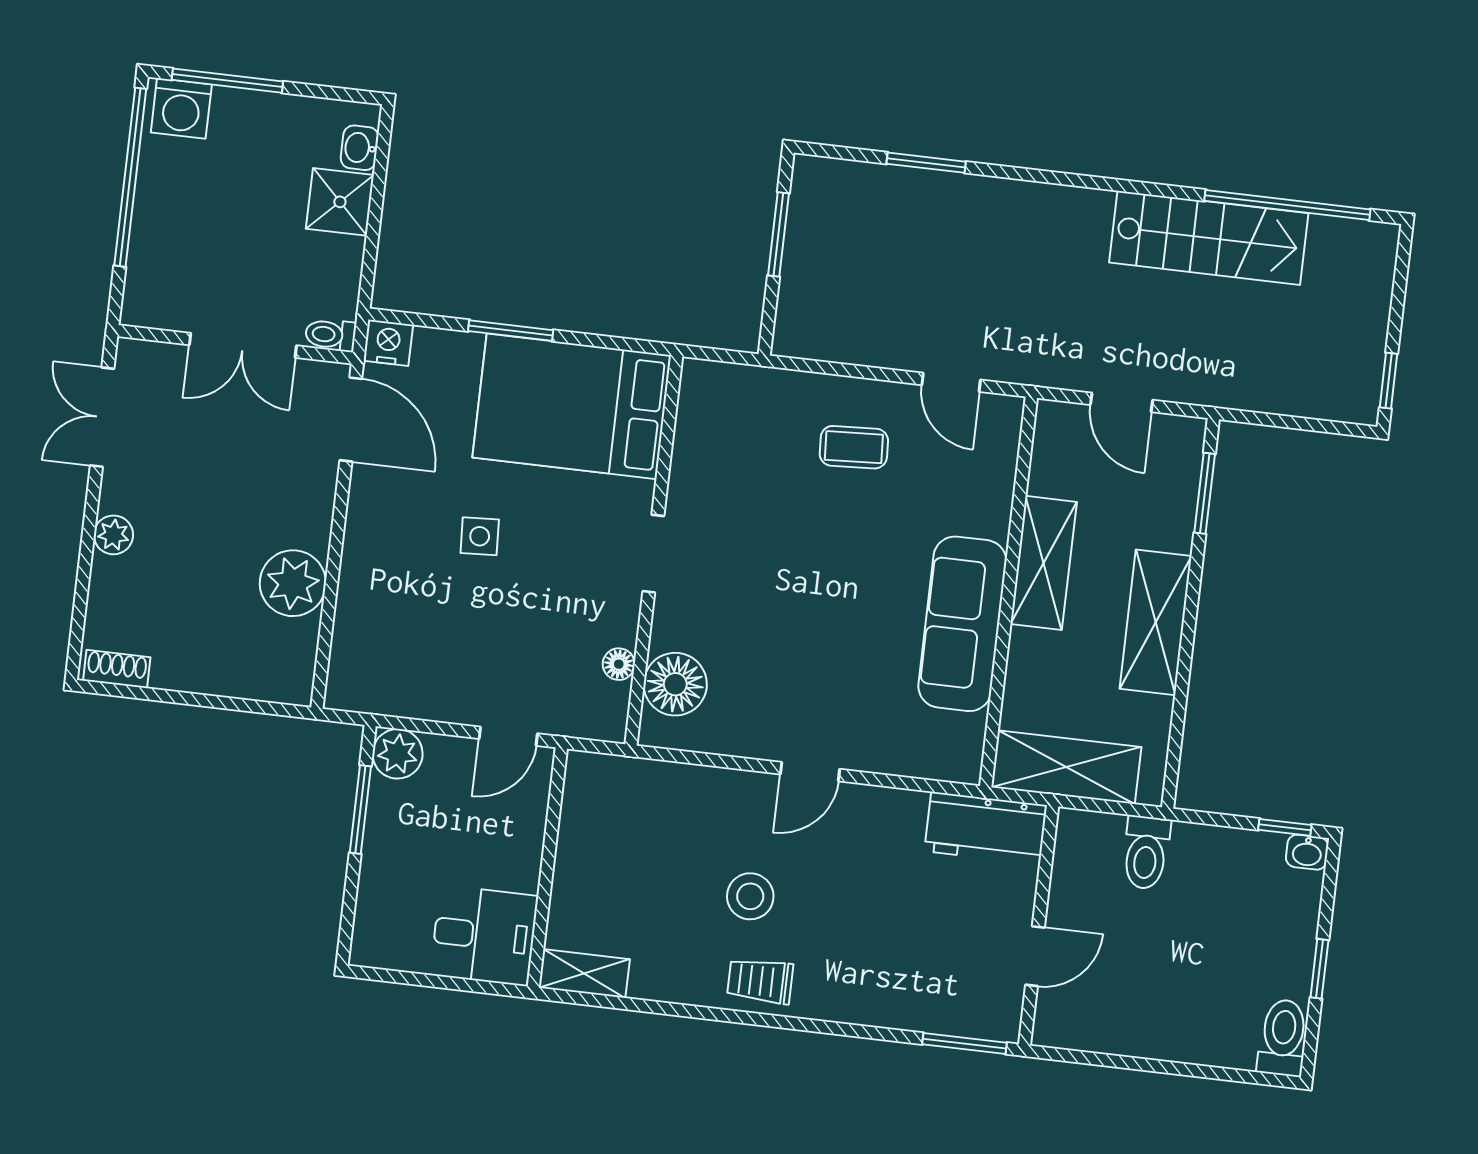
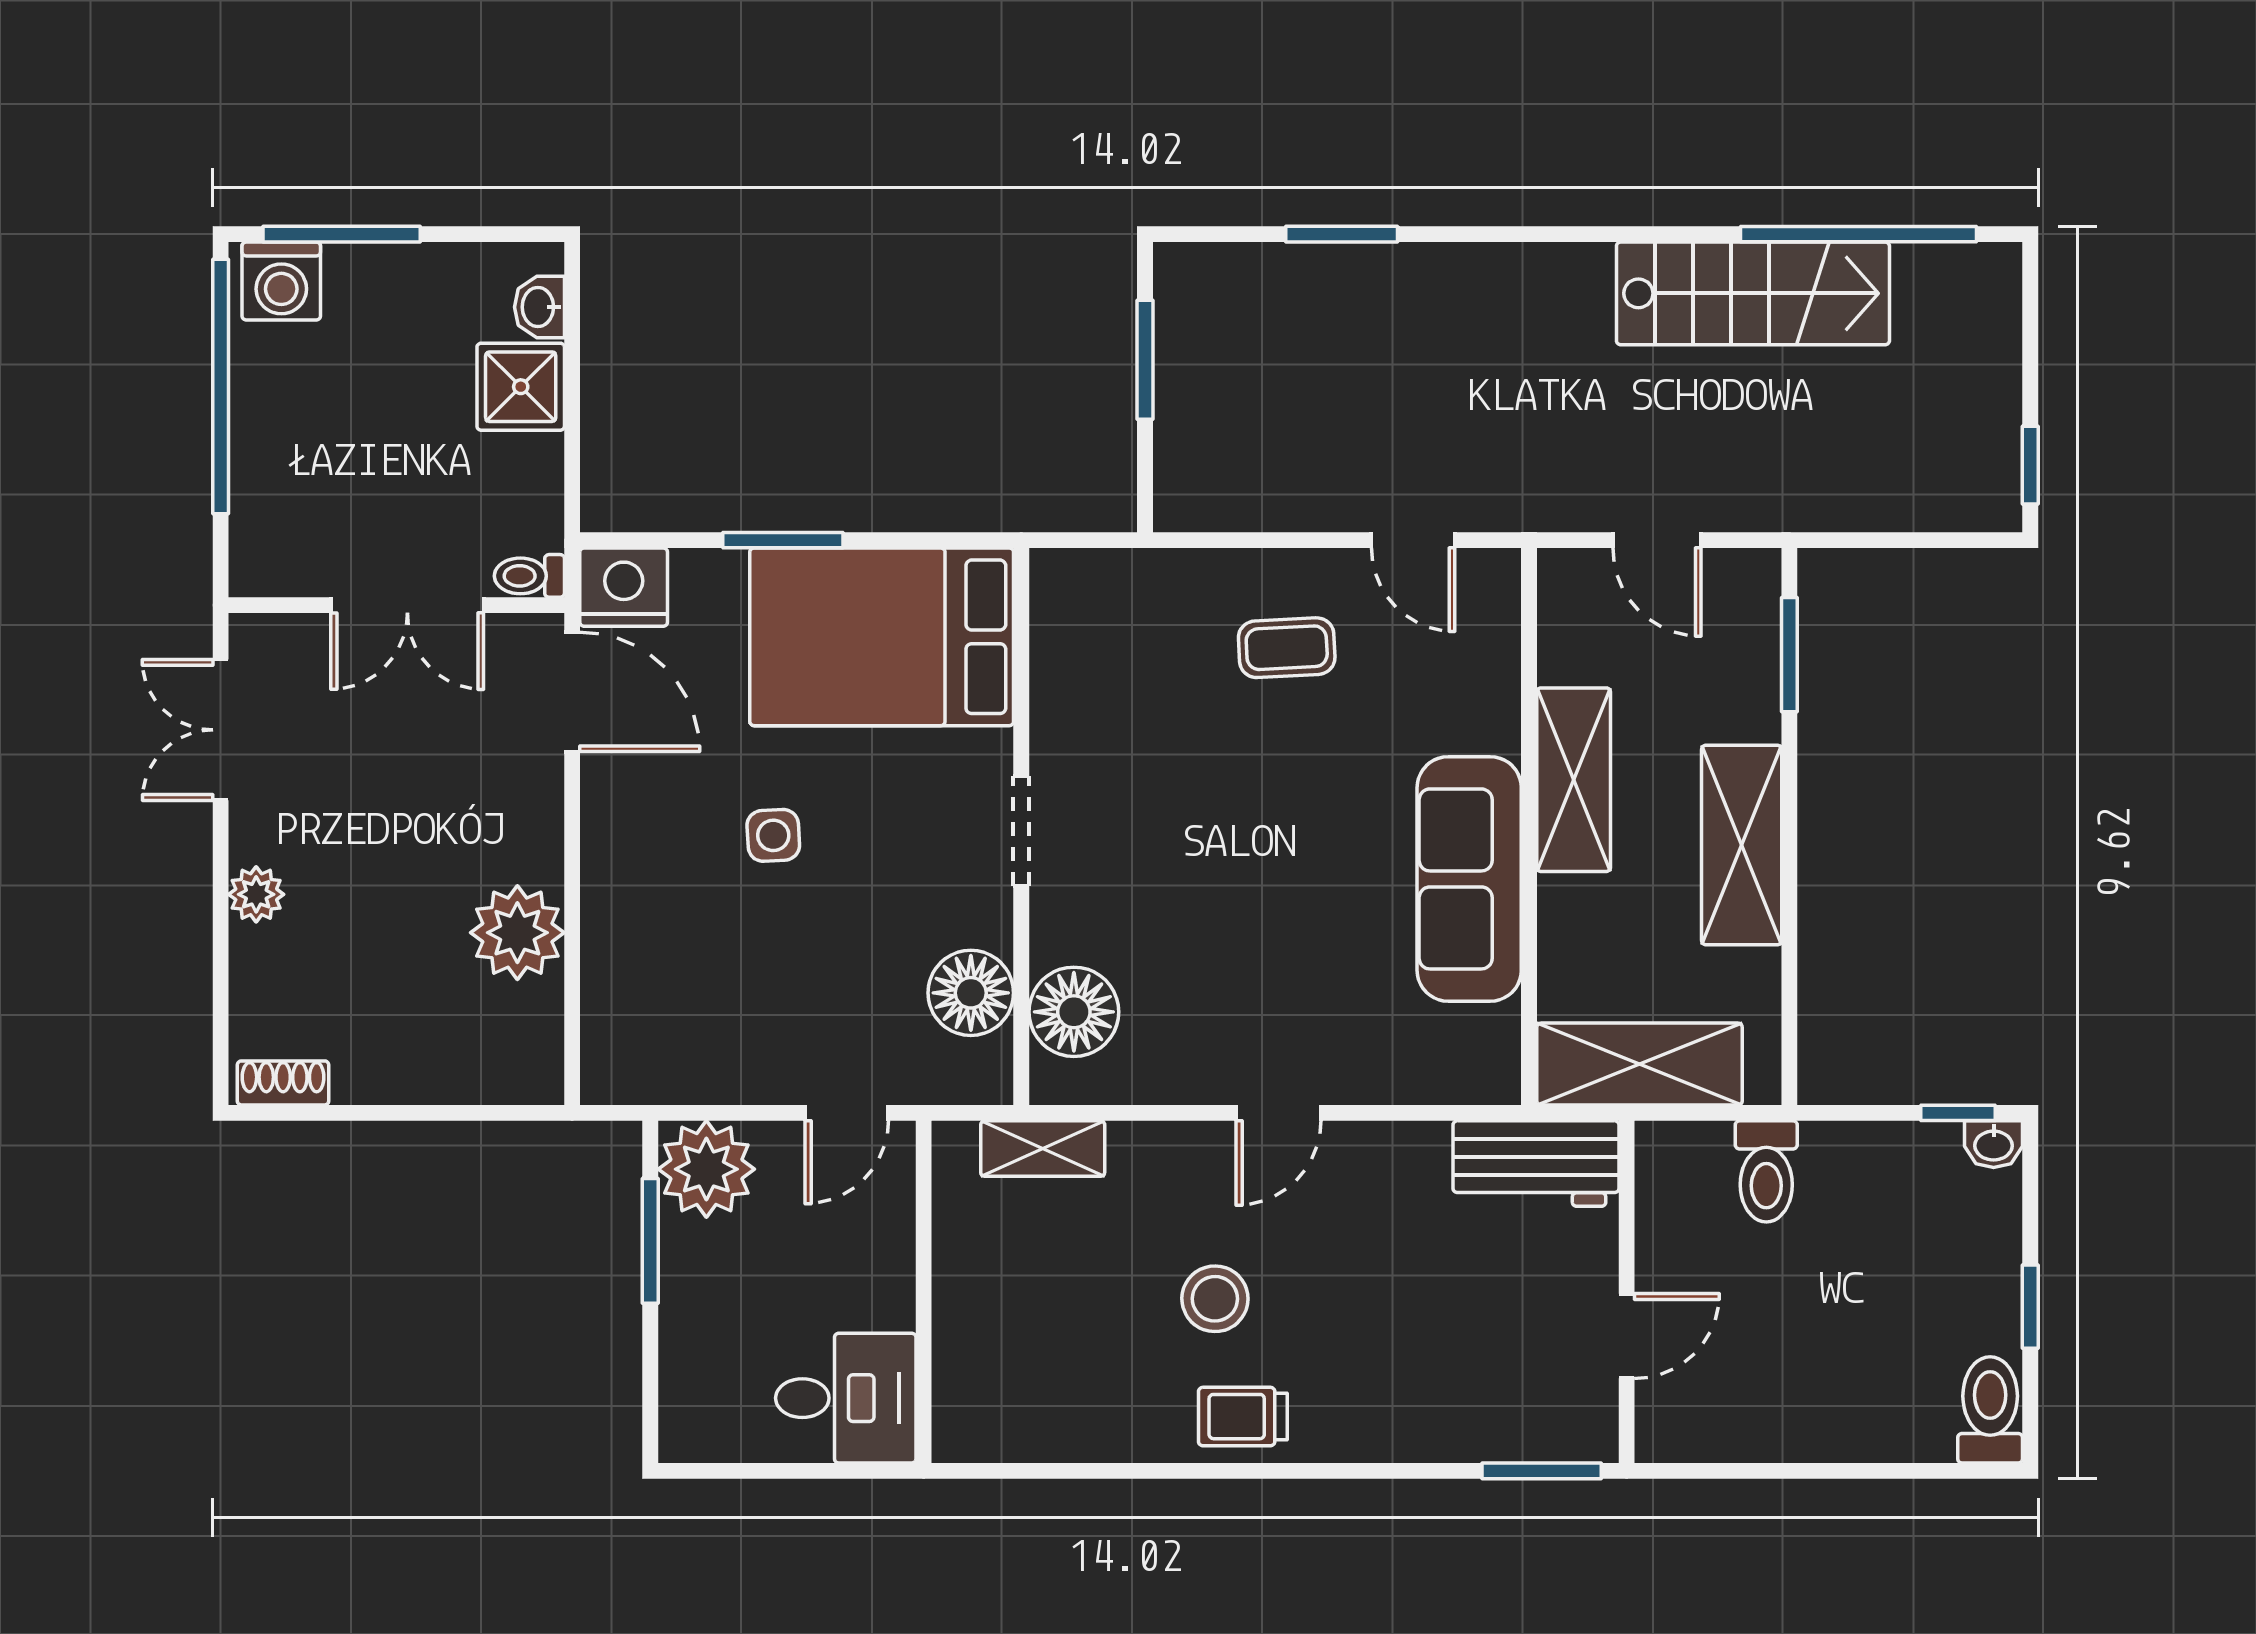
nightstand: (388, 343) -> (624, 587), width x1.36, depth x1.33
floor lamp: (619, 664) -> (971, 993), width x1.89, depth x1.89
plant: (398, 754) -> (706, 1169), width x1.36, depth x1.36
shelving: (584, 974) -> (1043, 1149), moved

